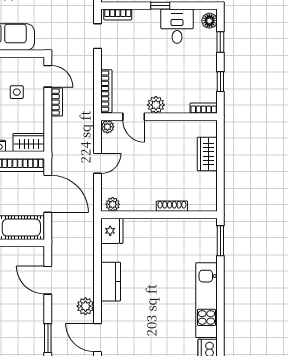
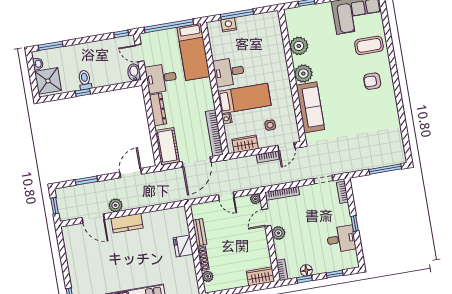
floor lamp: (209, 21) -> (306, 270), moved
wardrobe: (29, 143) -> (245, 144), moved, turned -90
wardrobe: (207, 154) -> (260, 276), moved
plant: (113, 204) -> (208, 276), moved
bench: (138, 205) -> (200, 232), added
fridge: (112, 231) -> (183, 246), moved, turned 90
kitchen counter: (111, 282) -> (127, 223), moved
door: (98, 338) -> (93, 219), swing flipped

